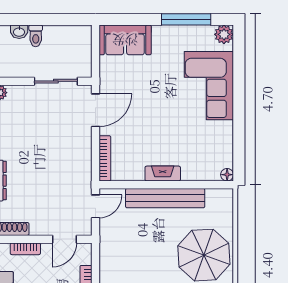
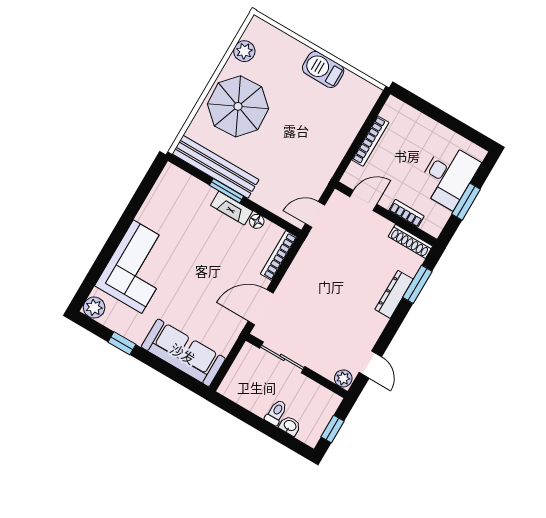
window: (186, 19) -> (122, 343), width x0.46
sofa: (125, 40) -> (183, 353), width x1.36
floor lamp: (227, 175) -> (257, 221), moved
window: (175, 185) -> (227, 191), added
bench: (165, 198) -> (215, 167), moved

